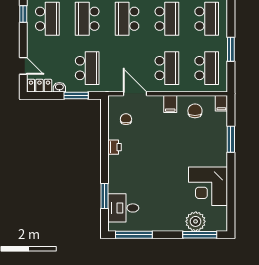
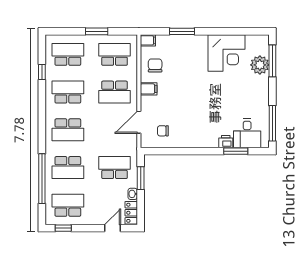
school desk: (167, 68) -> (115, 92), turned 180
chair: (195, 111) -> (155, 65), turned 90
printer: (115, 147) -> (226, 142), moved

